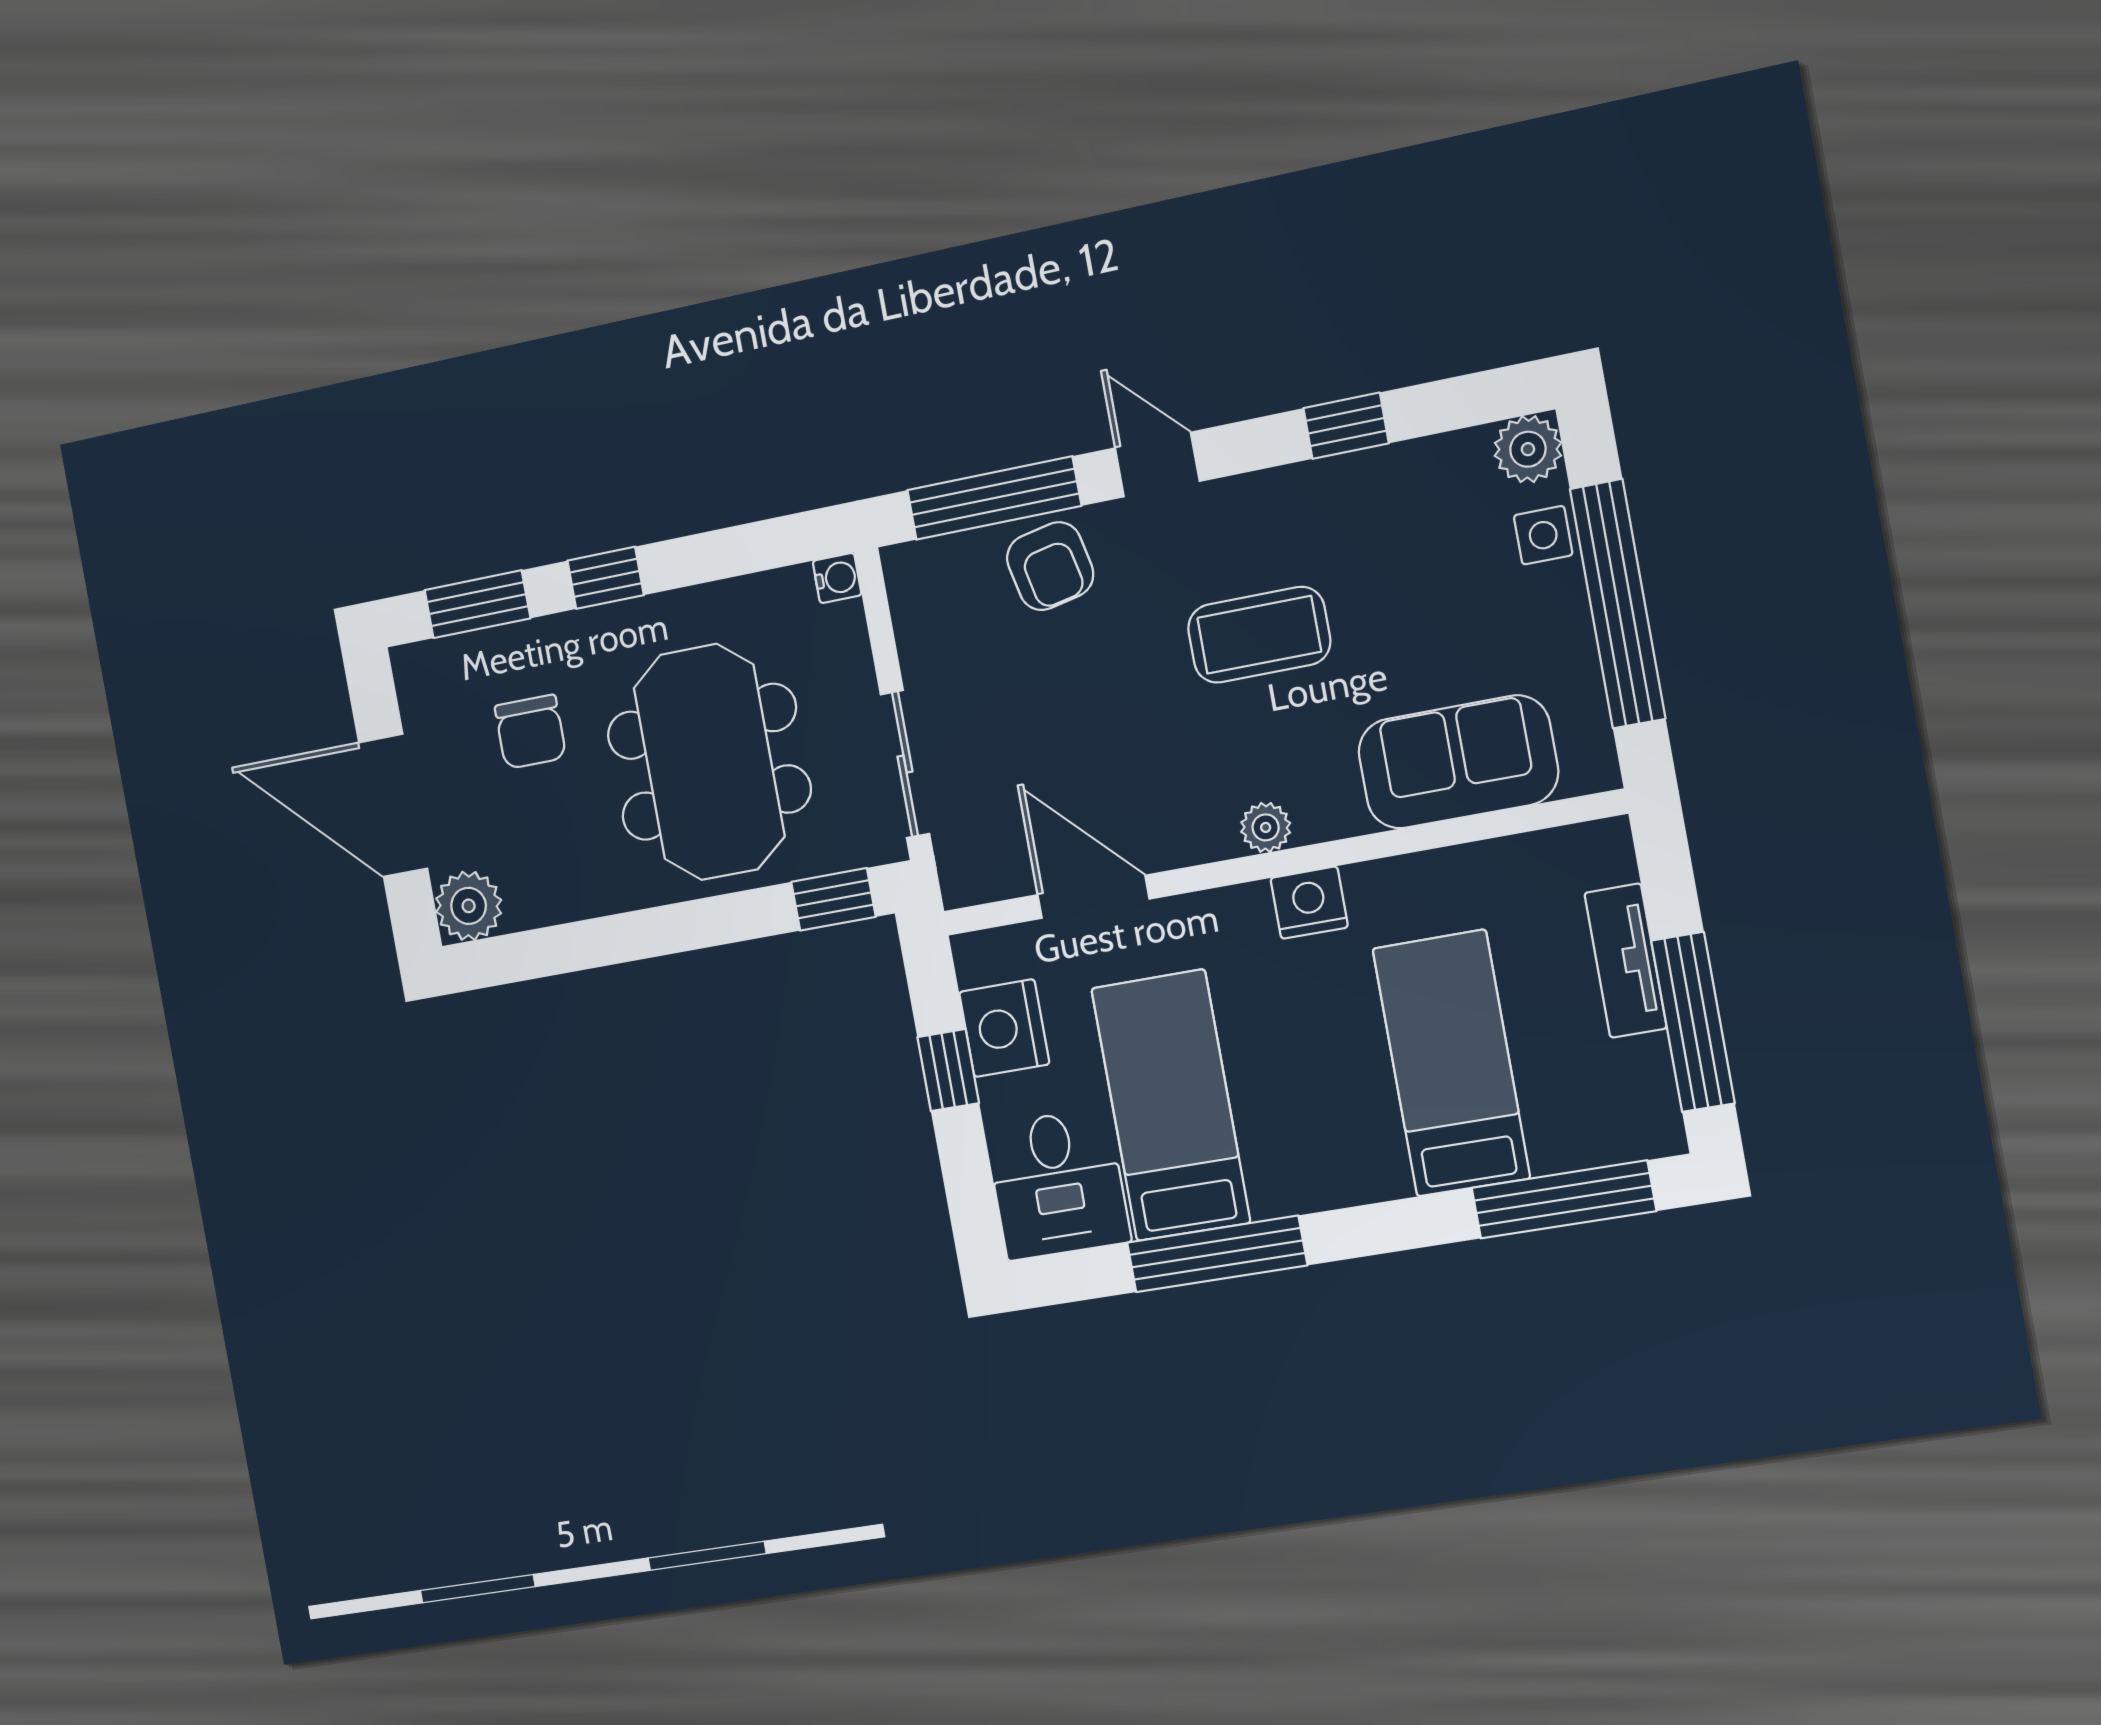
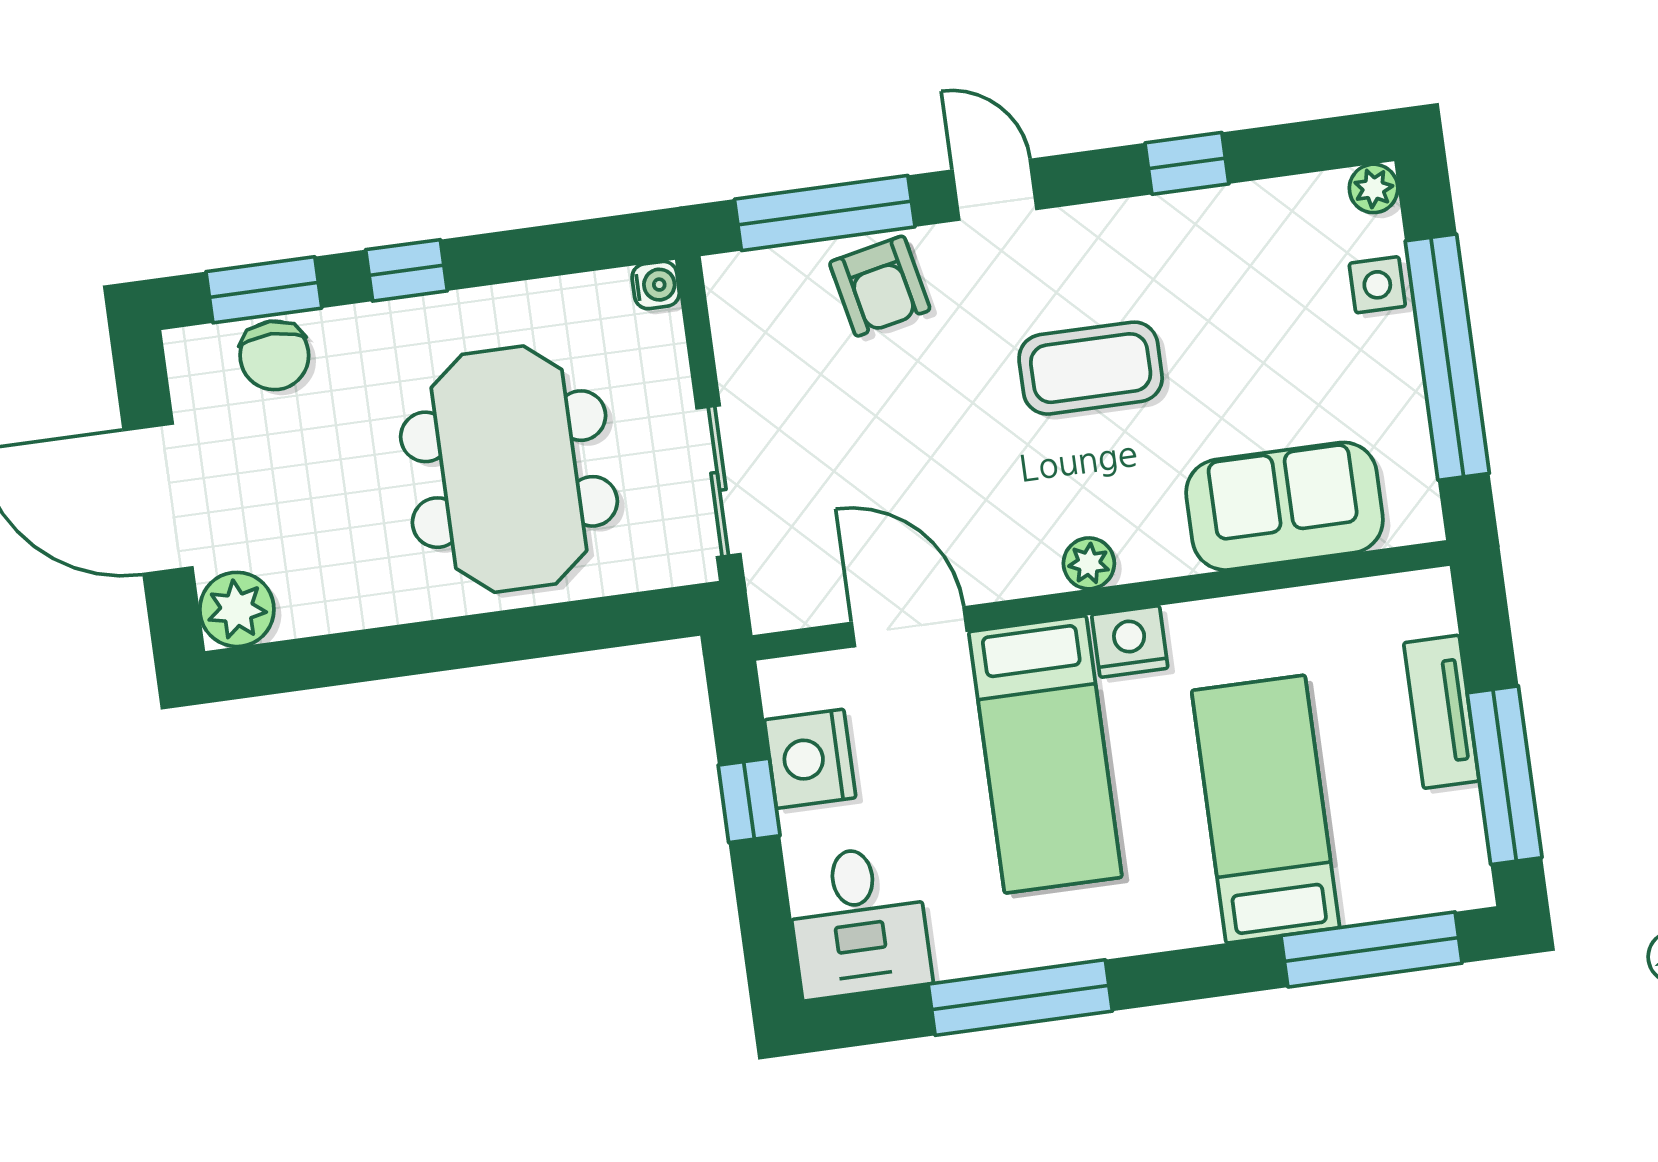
plant: (1528, 449) -> (1374, 188), width x0.73, depth x0.73
chair: (530, 732) -> (274, 355), moved
window: (833, 899) -> (636, 618), removed
bed: (1171, 1105) -> (1045, 754), moved, turned 180

